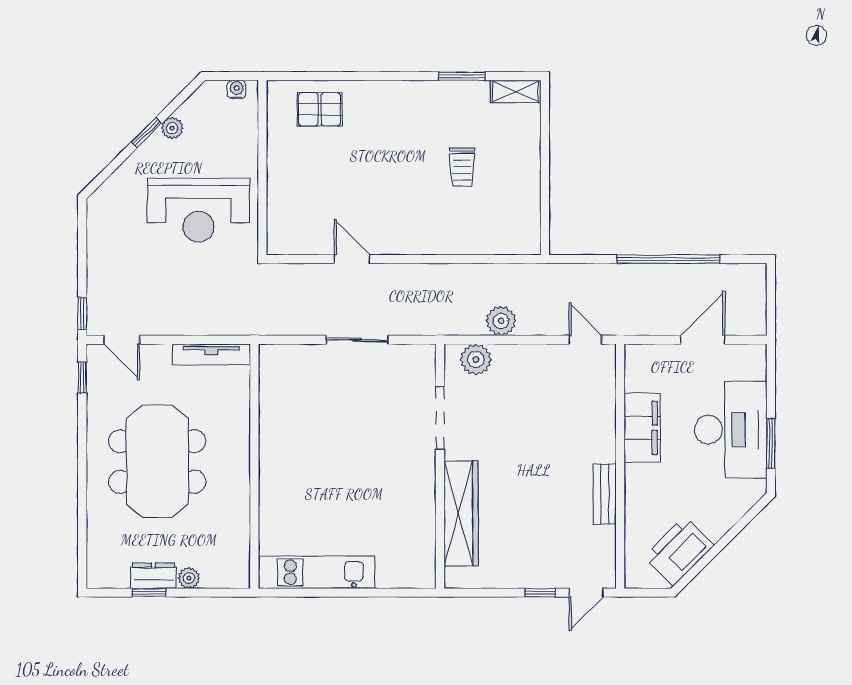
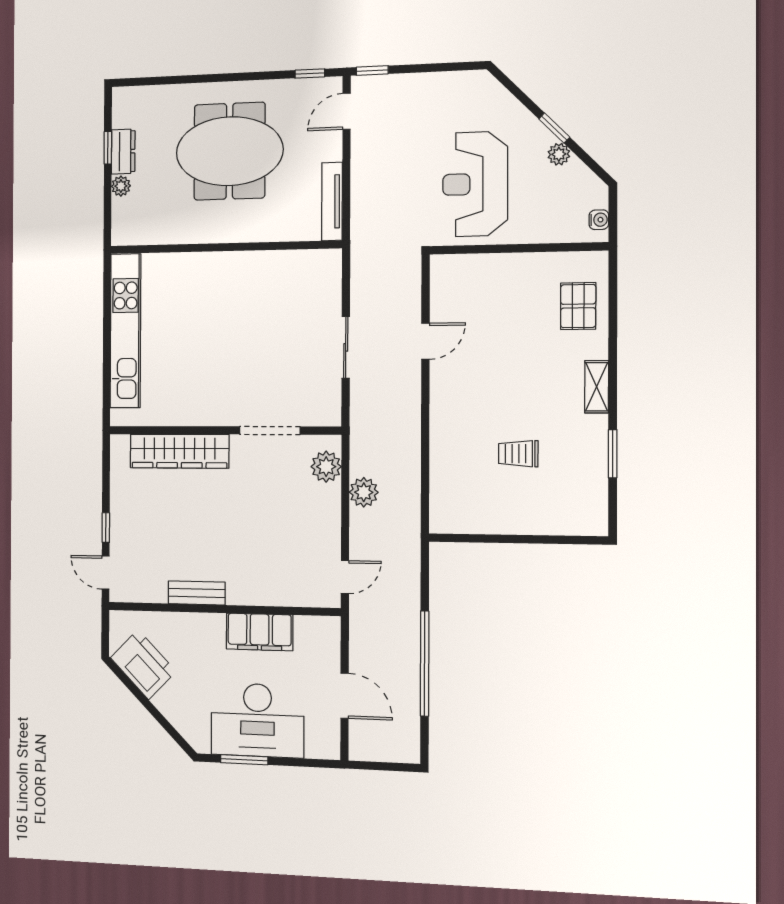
shelving: (516, 92) -> (597, 387), moved
kitchen unit: (317, 572) -> (125, 331), width x1.36

